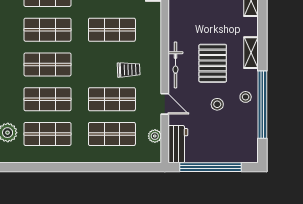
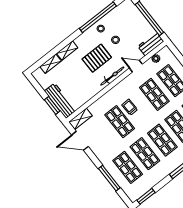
shelving: (251, 53) -> (67, 51), moved
trolley: (129, 70) -> (130, 107), moved
door: (165, 104) -> (136, 66), hinge flipped

